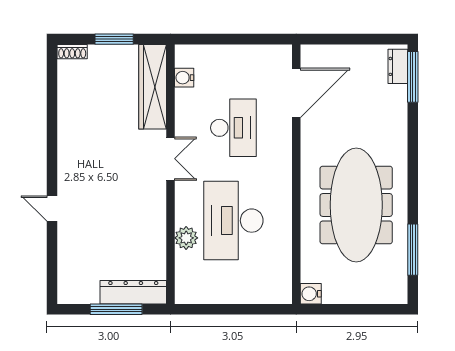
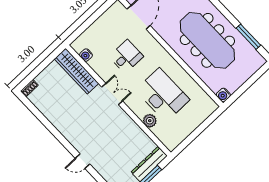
window: (114, 39) -> (42, 66), removed
desk: (233, 128) -> (126, 56), width x0.73
desk: (233, 221) -> (163, 95), turned 180

